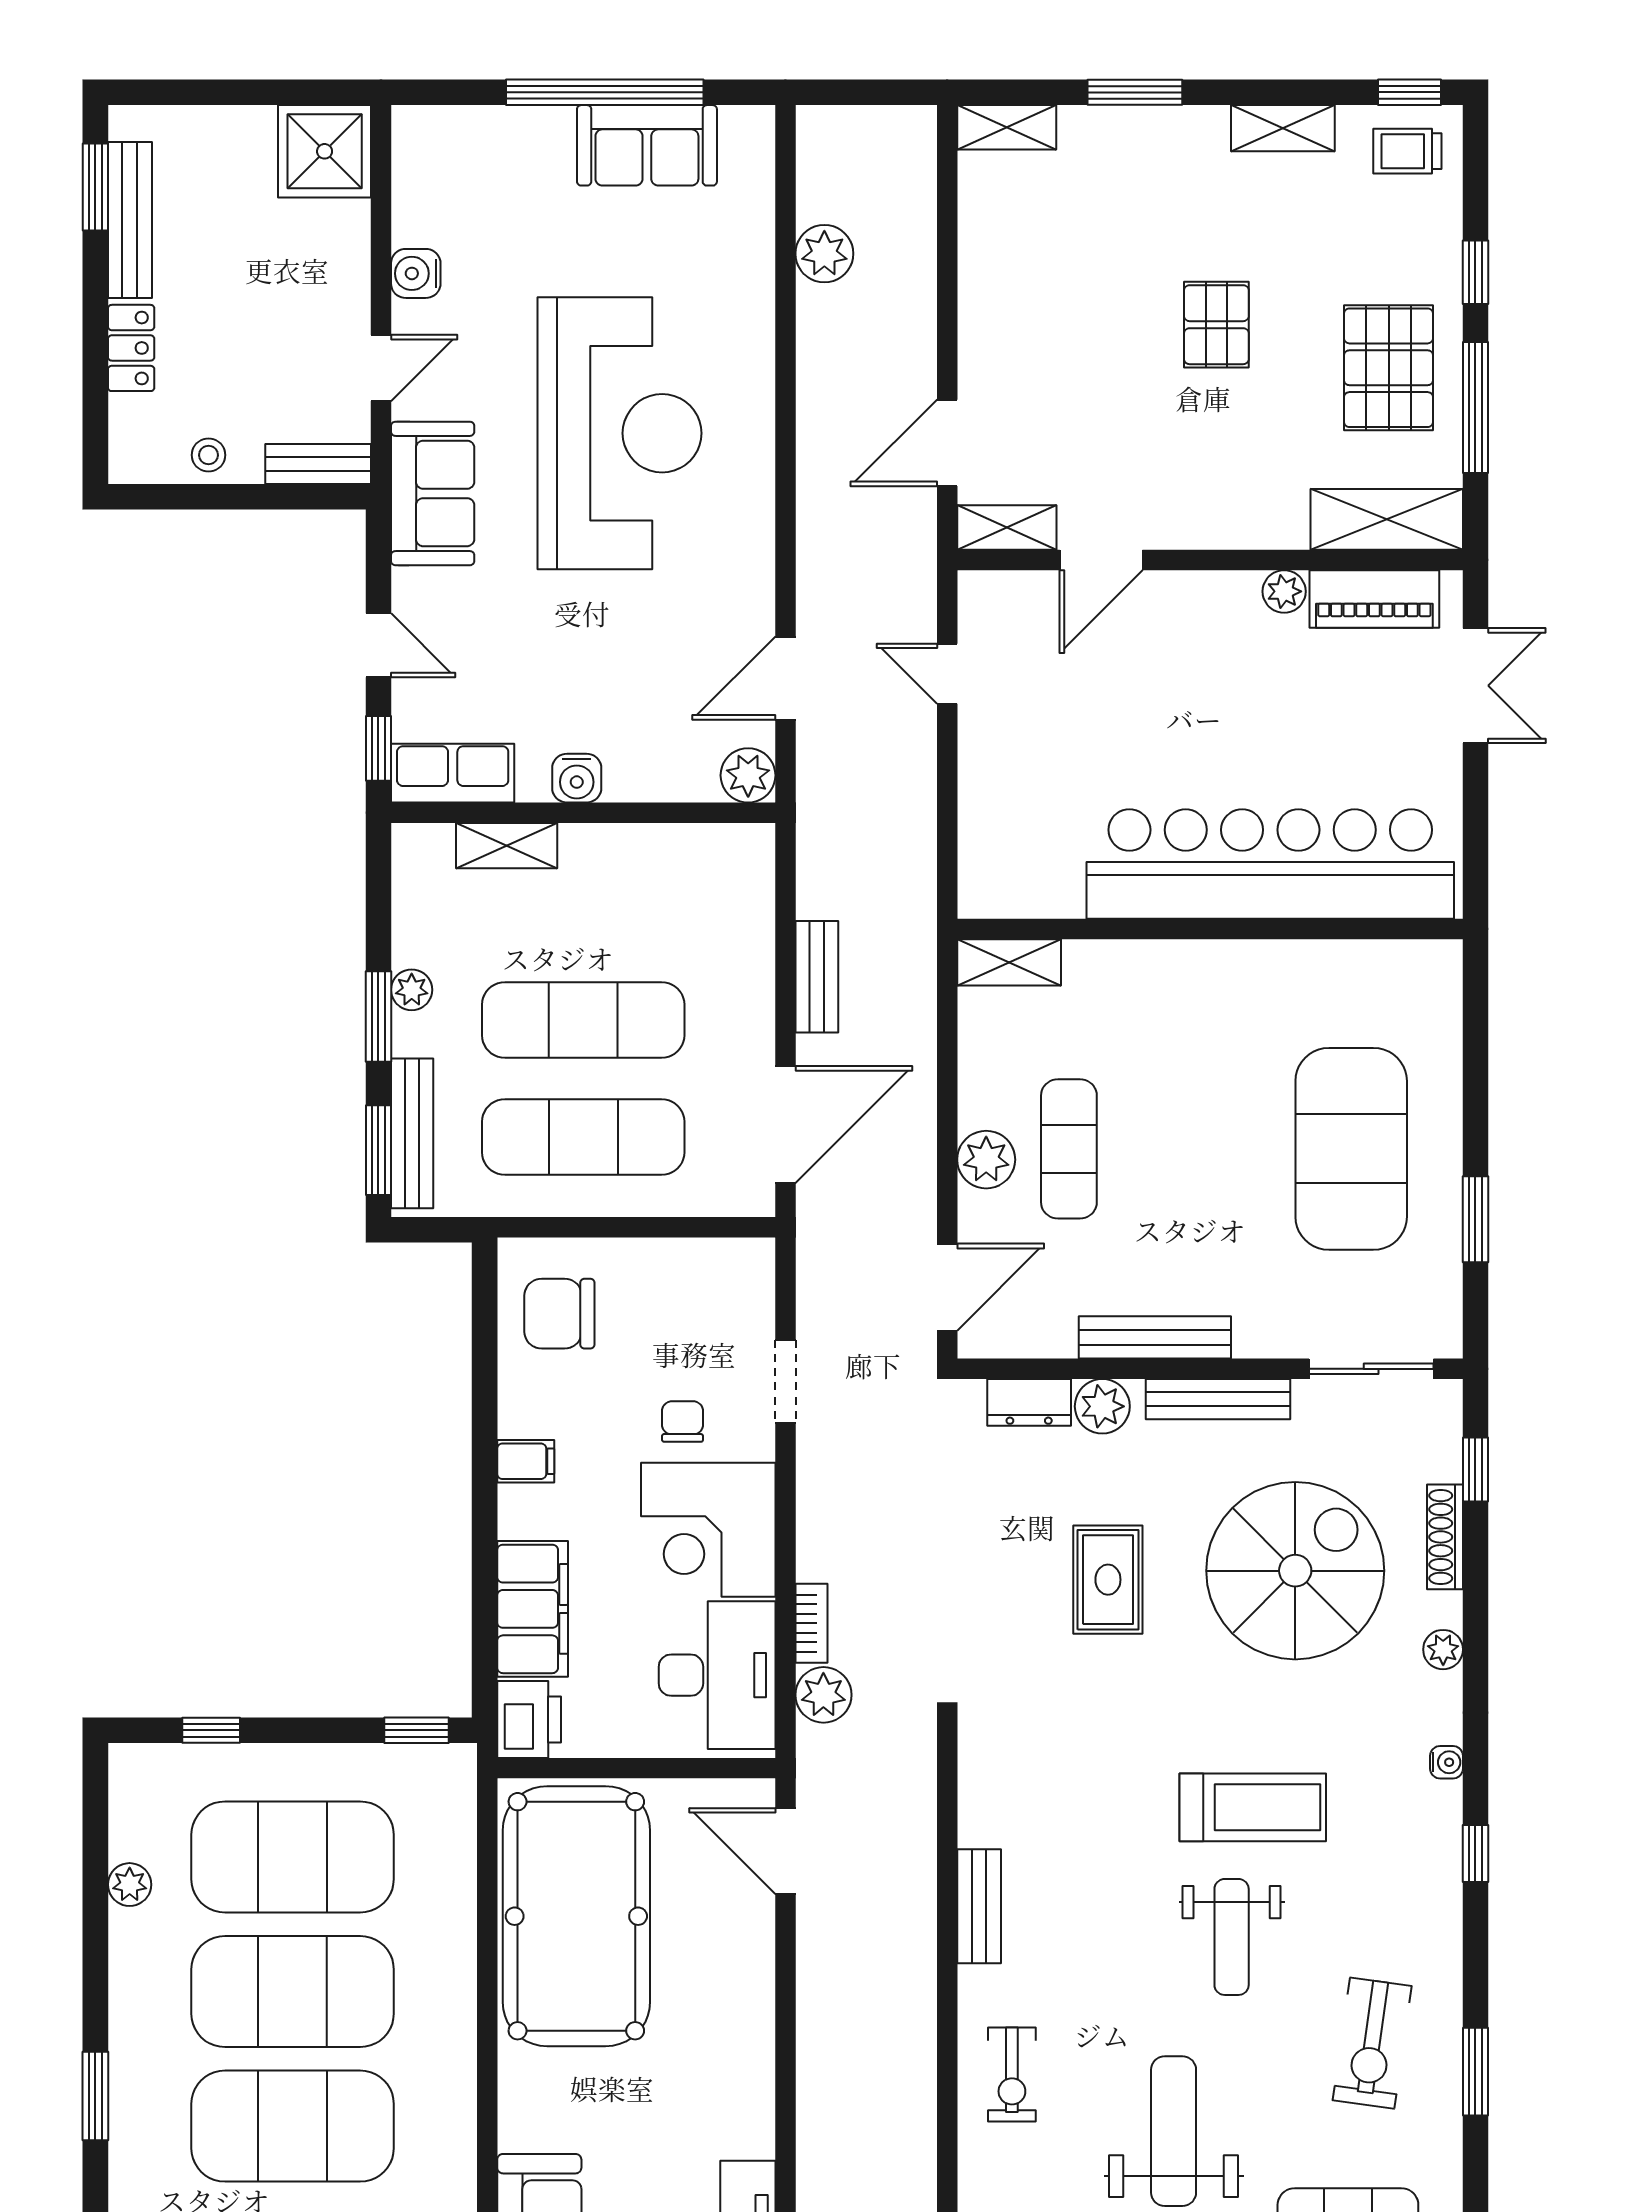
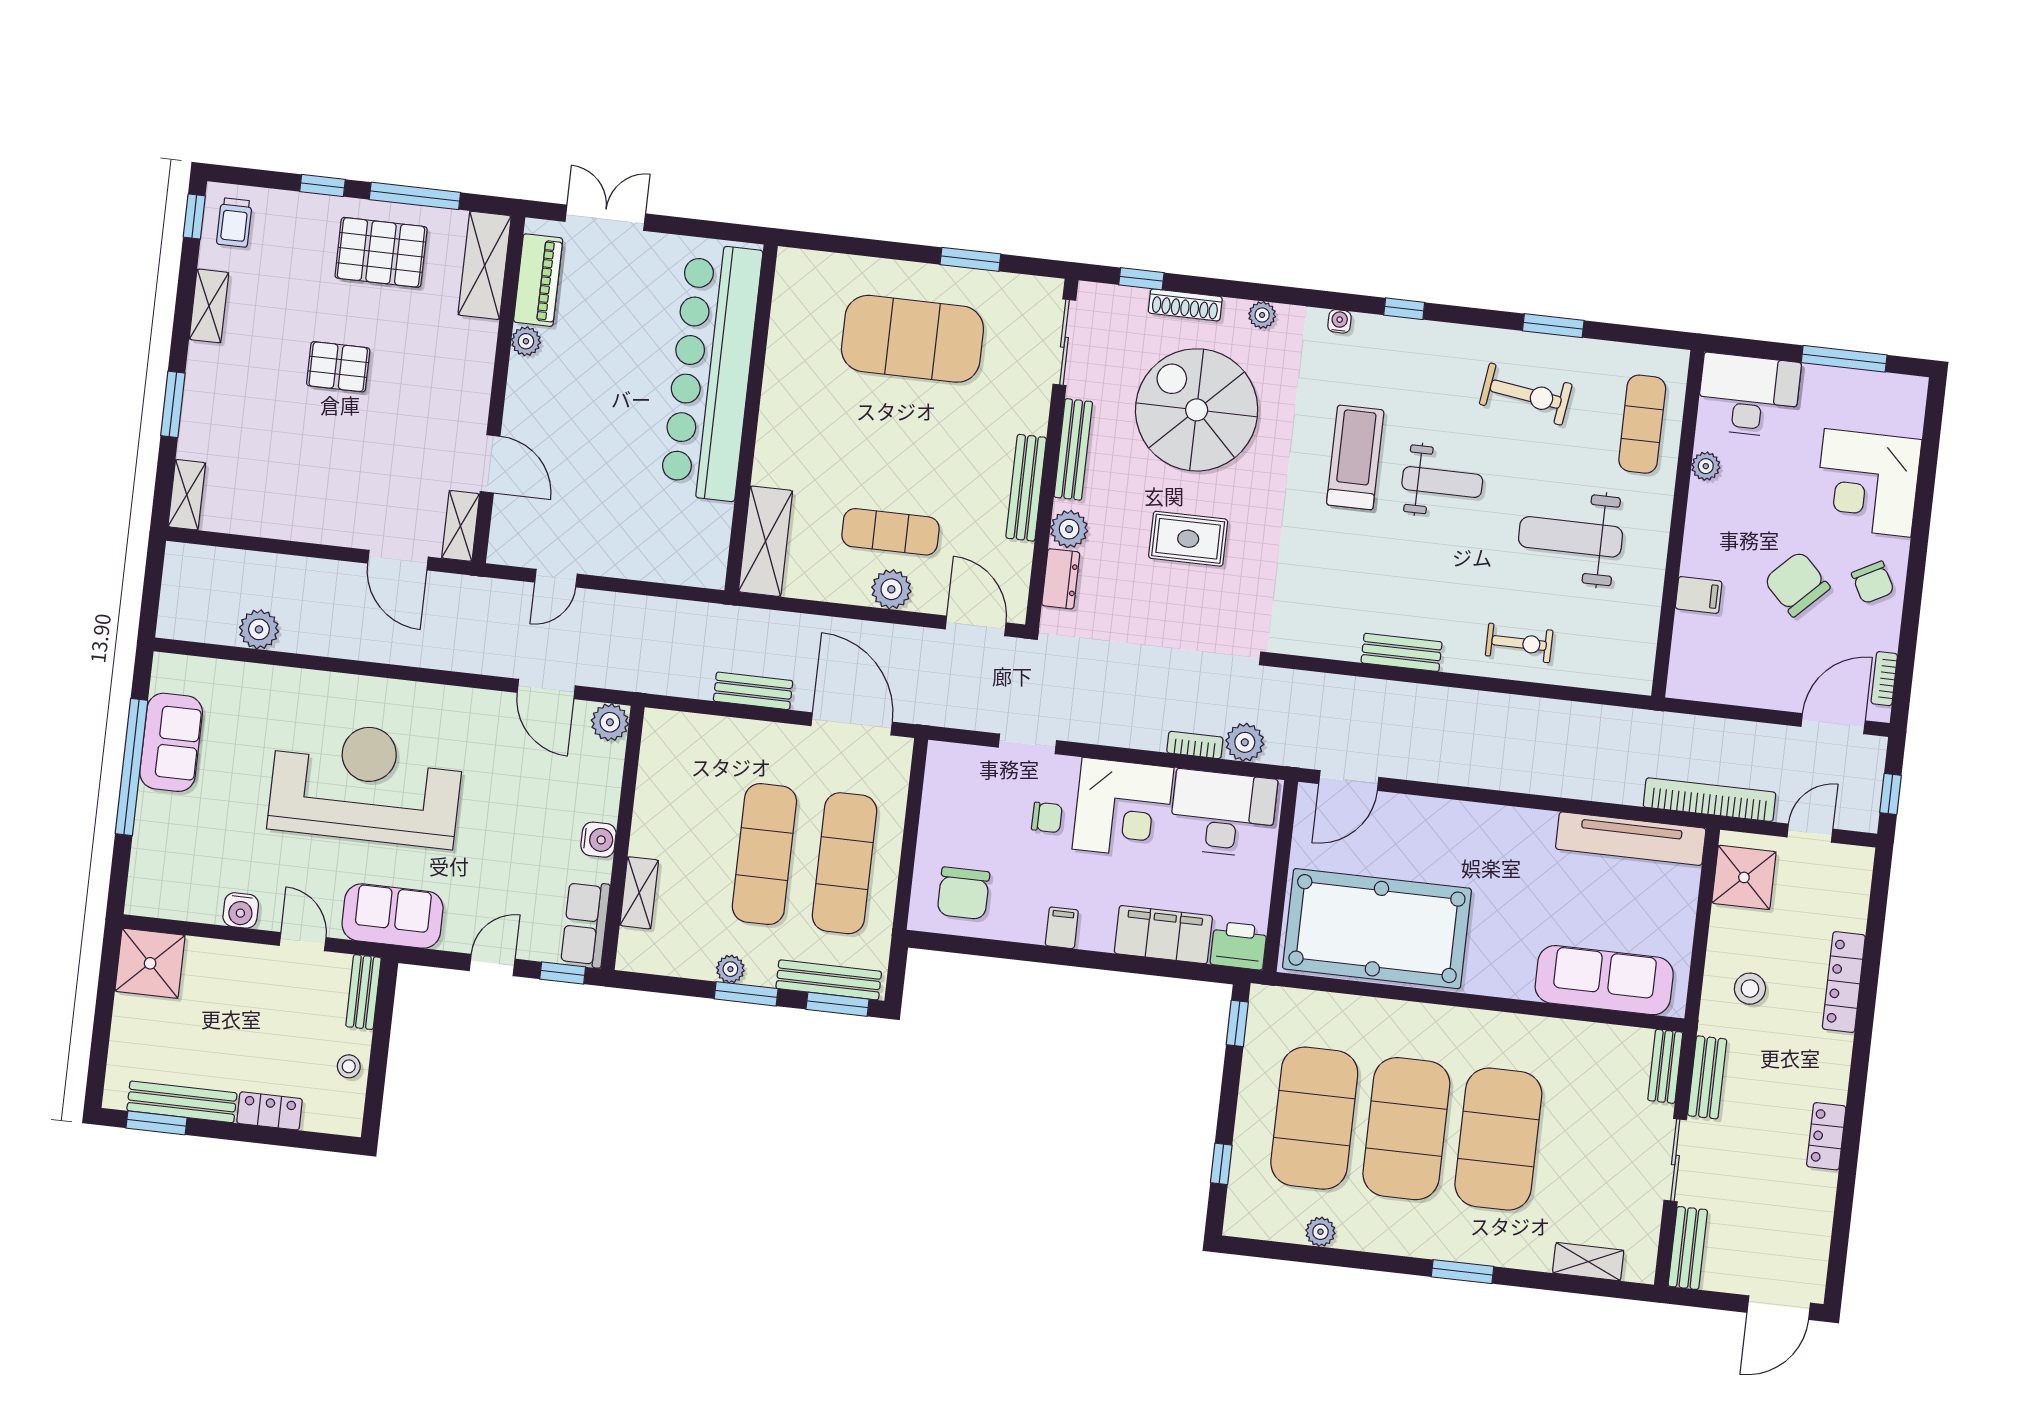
shelving: (1009, 962) -> (766, 541), width x1.50, depth x1.33
chair: (683, 1422) -> (1047, 817), turned 180

